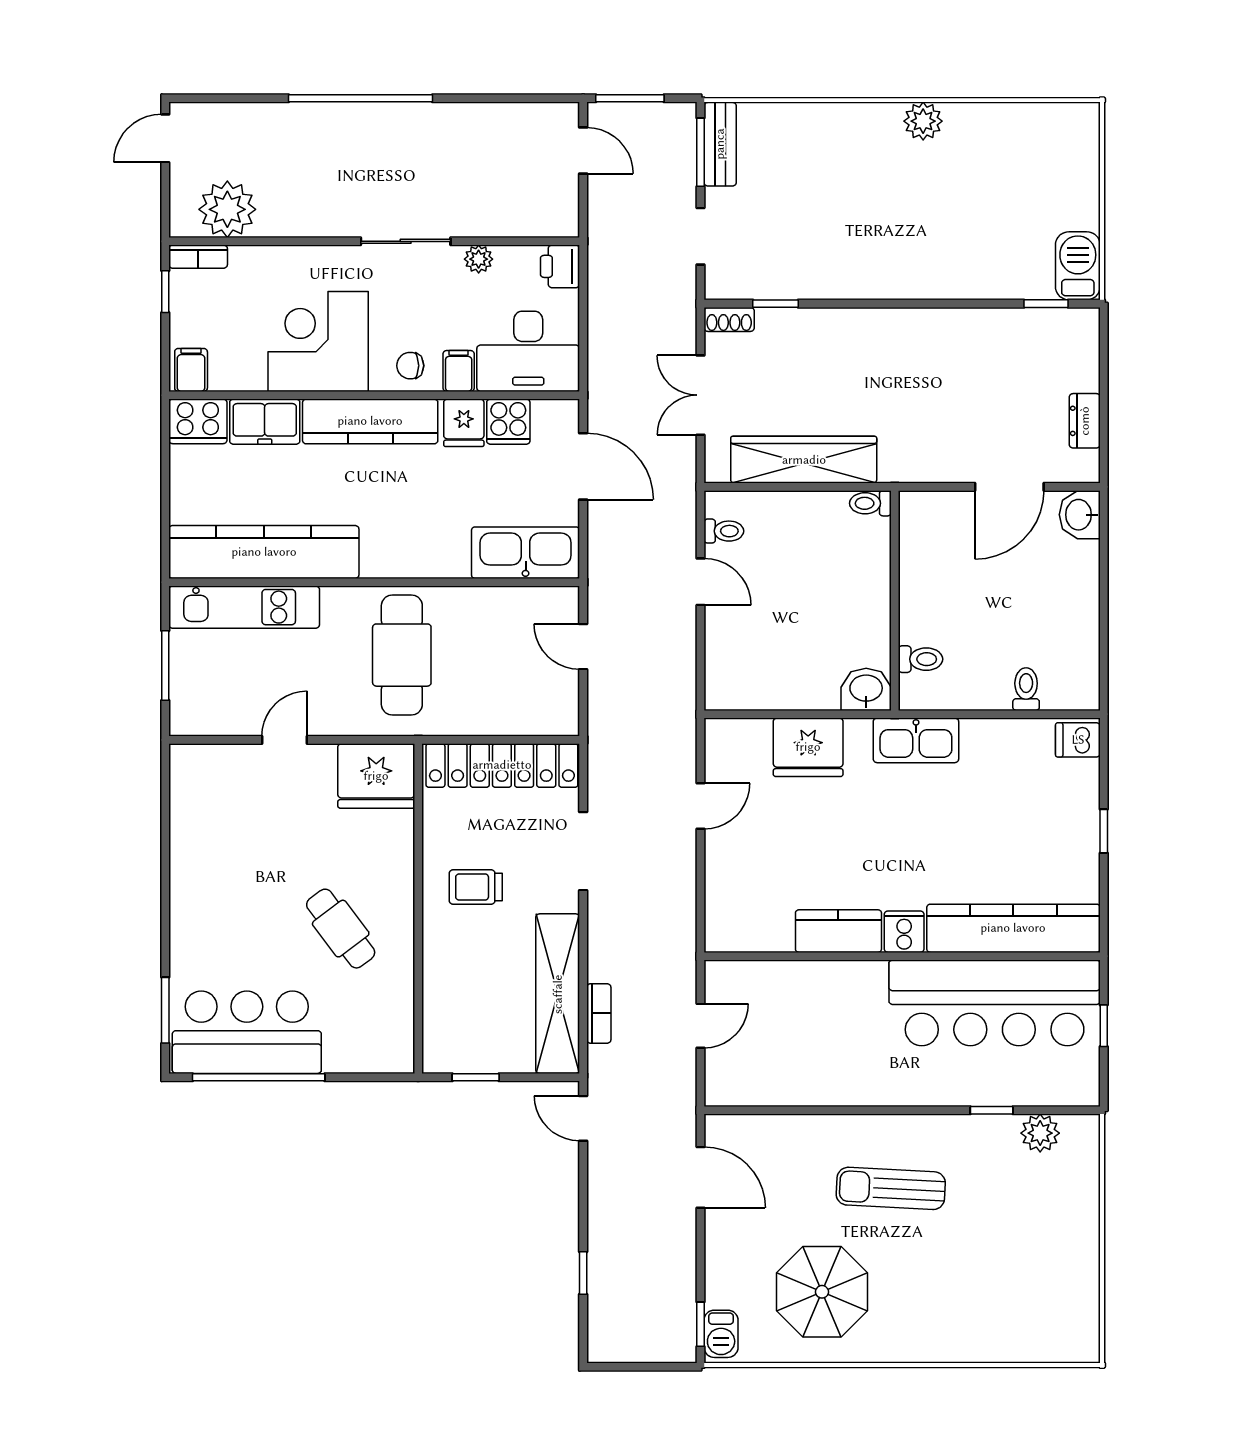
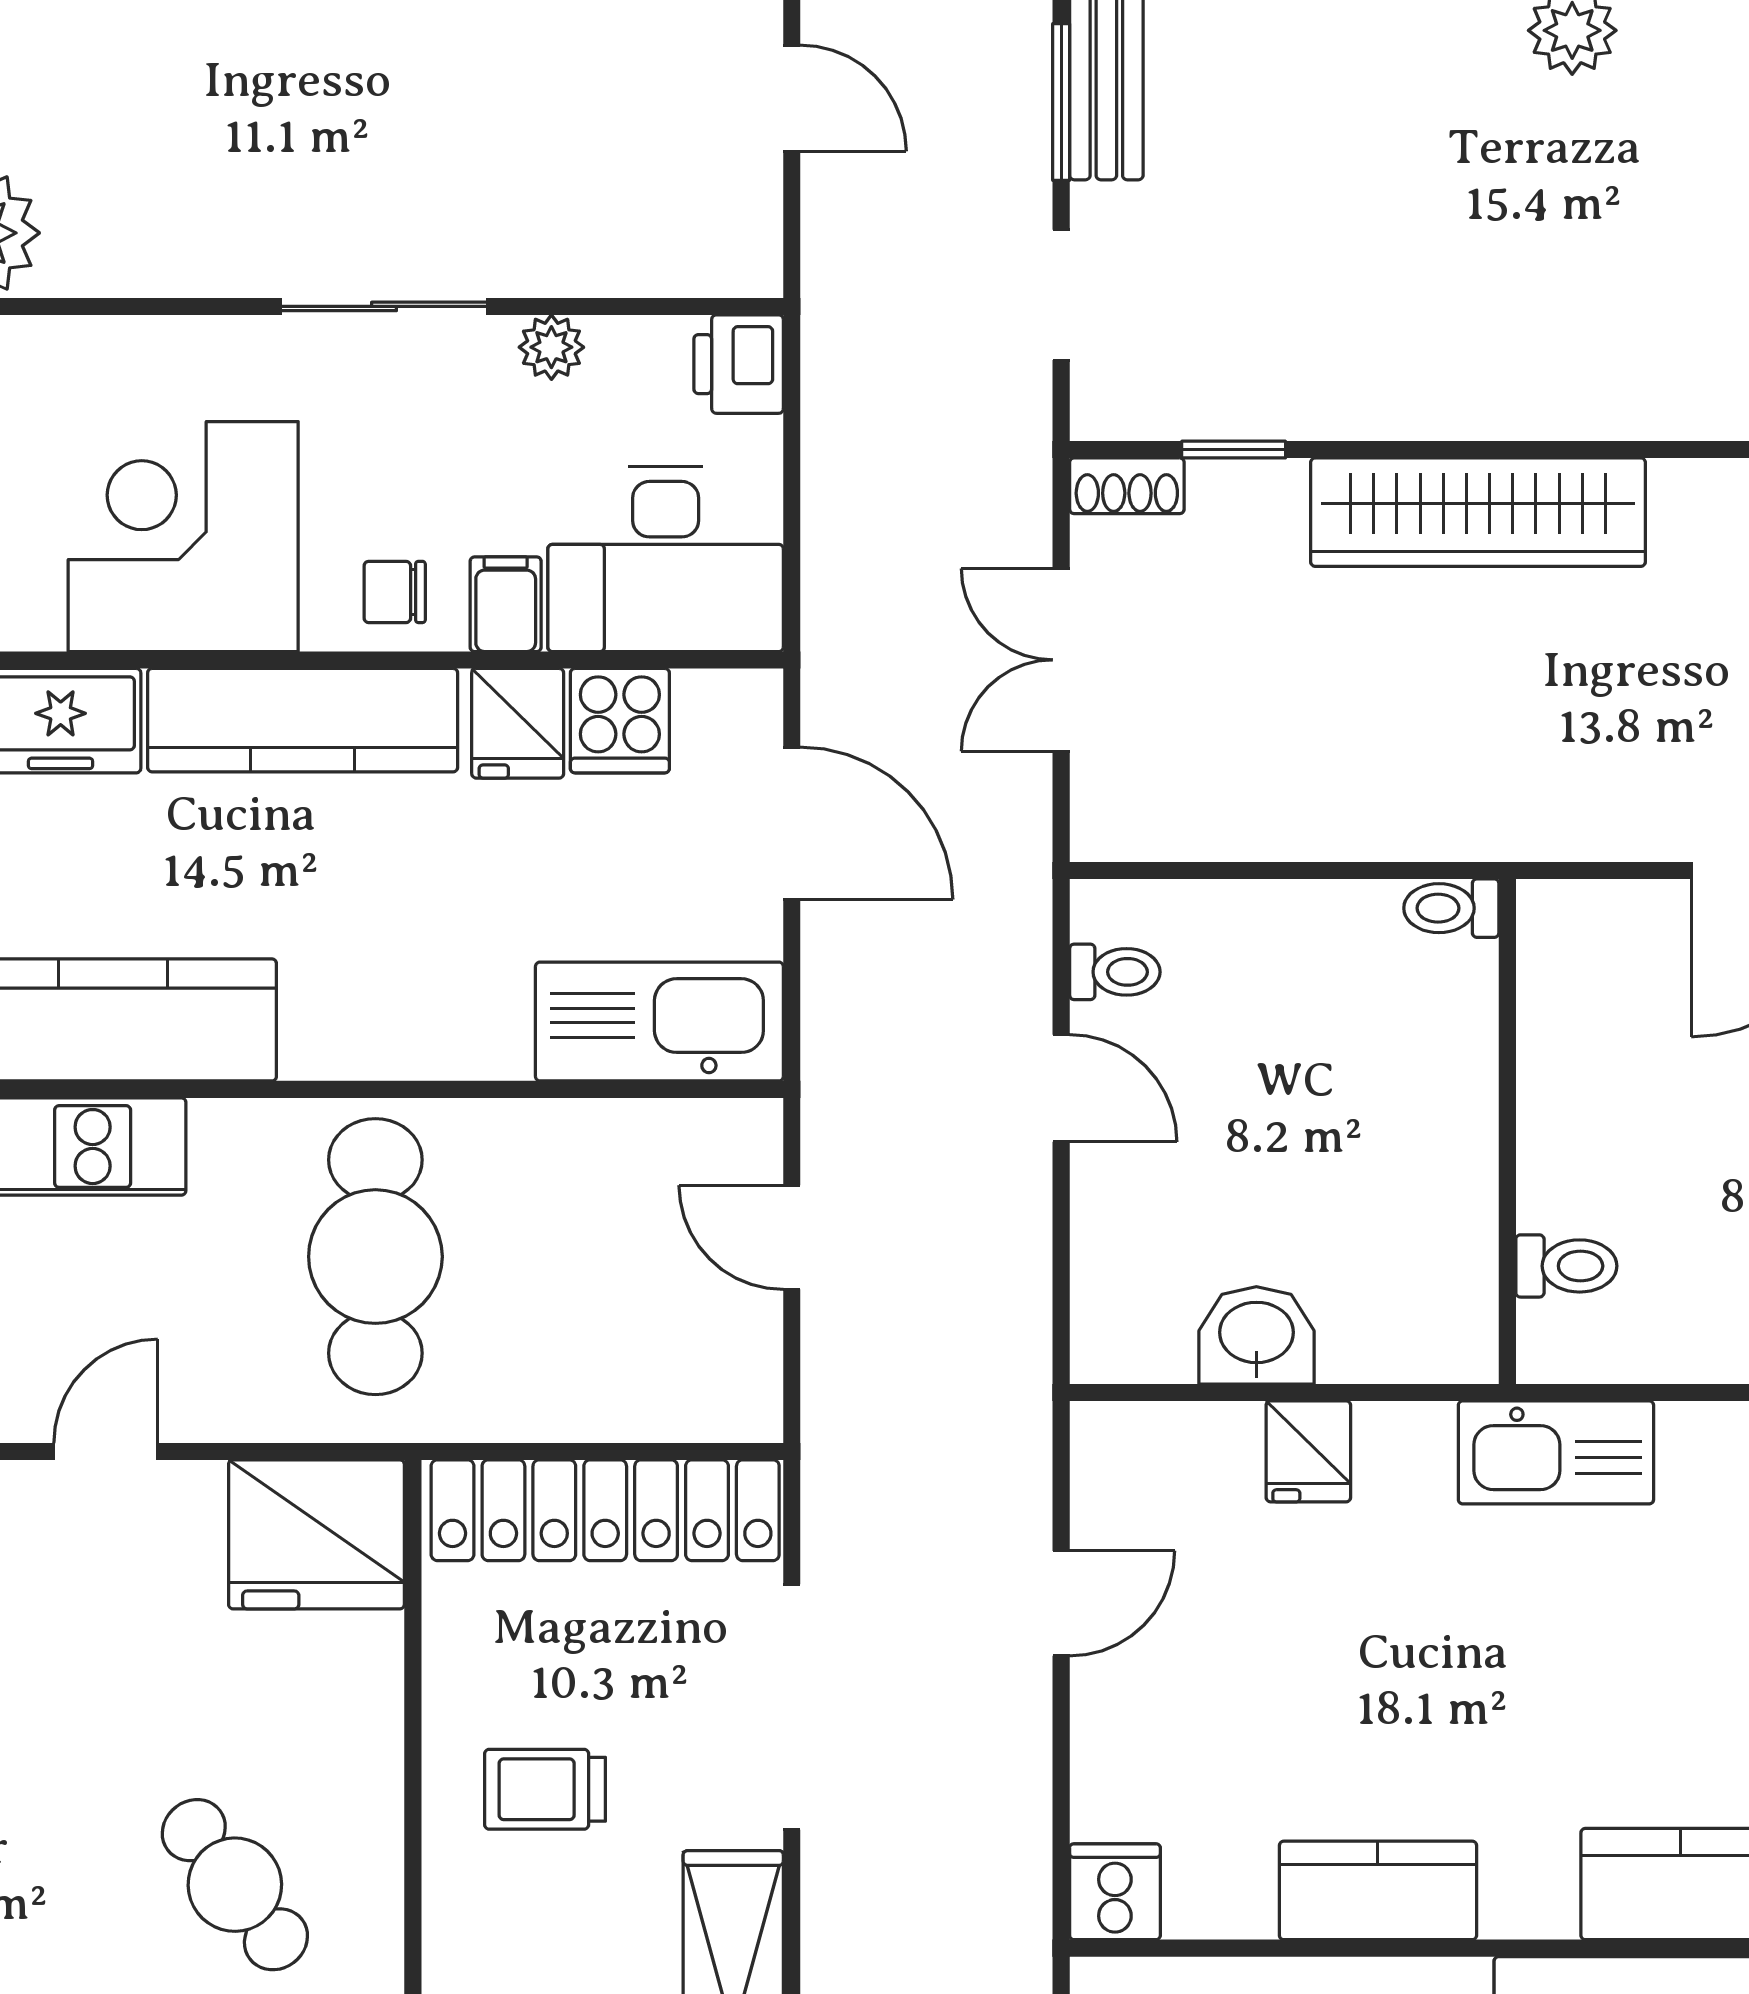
wardrobe: (804, 460) -> (1478, 512), moved, turned 180
washbasin: (866, 689) -> (1256, 1335), moved
fridge: (808, 747) -> (1308, 1451), width x0.53, depth x0.75
doorway: (583, 851) -> (792, 1707), width x1.36
cooker: (904, 932) -> (1115, 1892), moved

